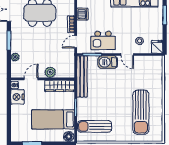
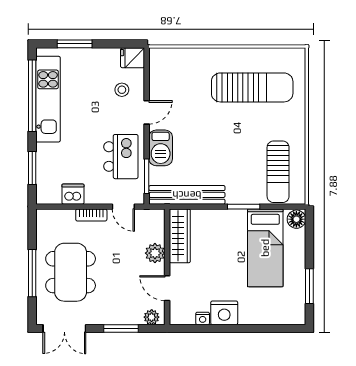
plant: (50, 72) -> (155, 253), moved
door: (31, 79) -> (167, 288), moved
wall: (43, 79) -> (167, 267), moved
wardrobe: (60, 86) -> (180, 236), moved

